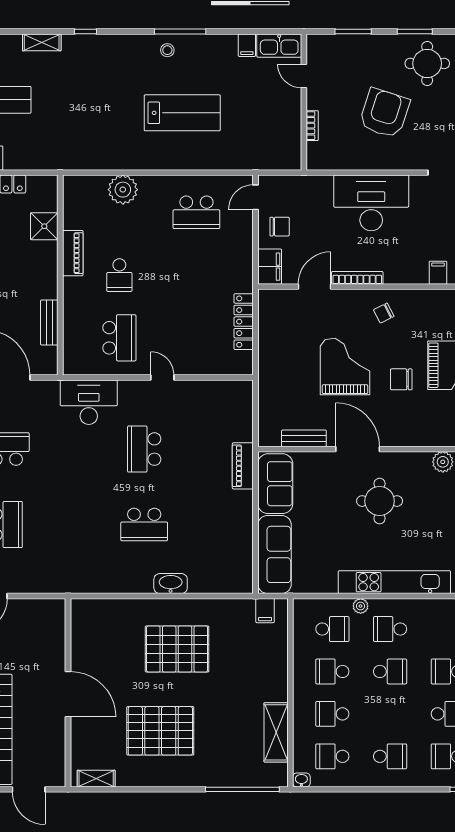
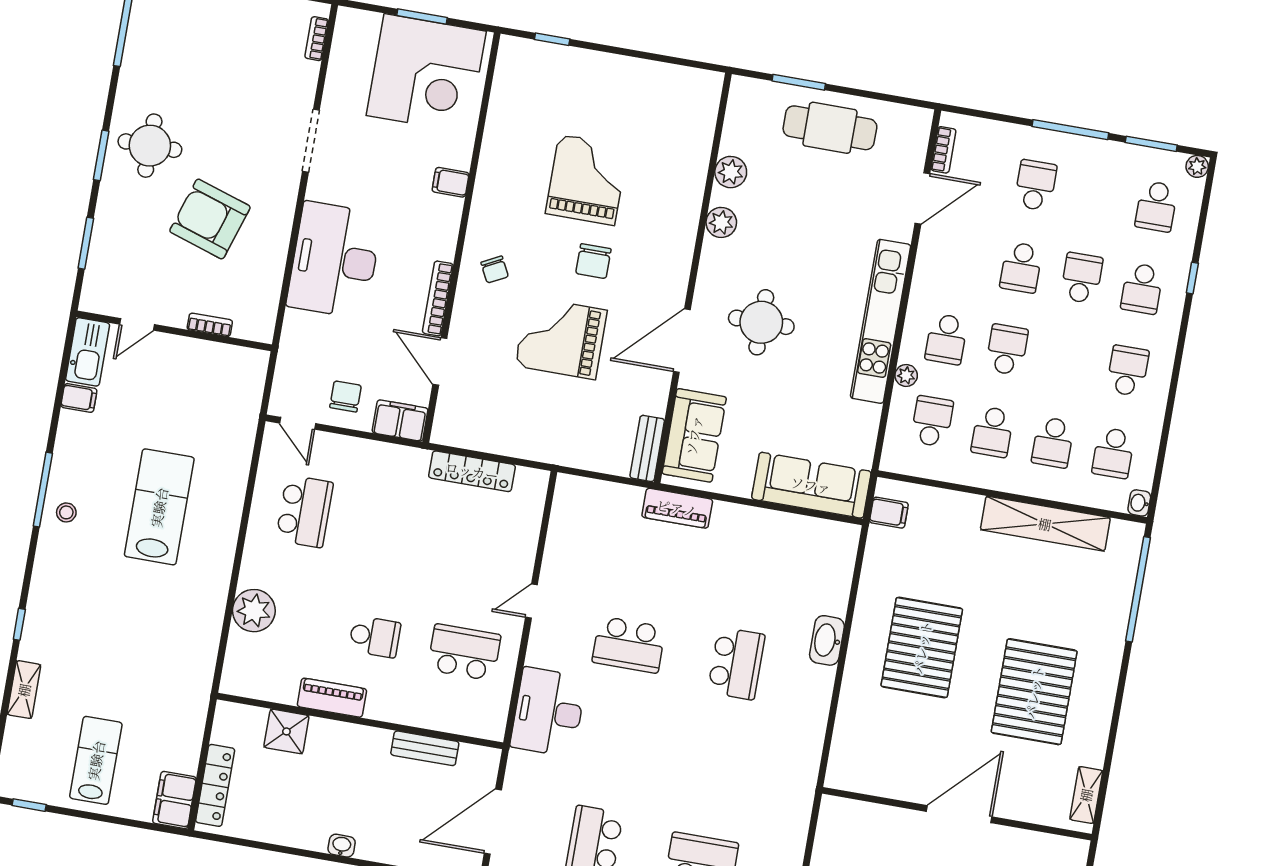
bench: (304, 438) -> (647, 448), moved
sofa: (275, 484) -> (694, 435), moved, turned 90
shelving: (276, 732) -> (1045, 524), width x1.47

